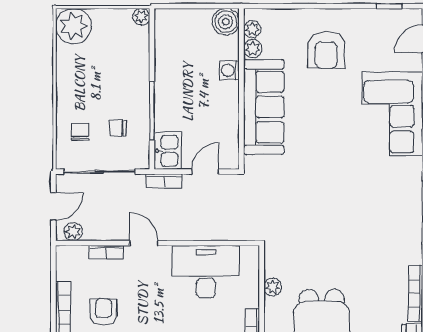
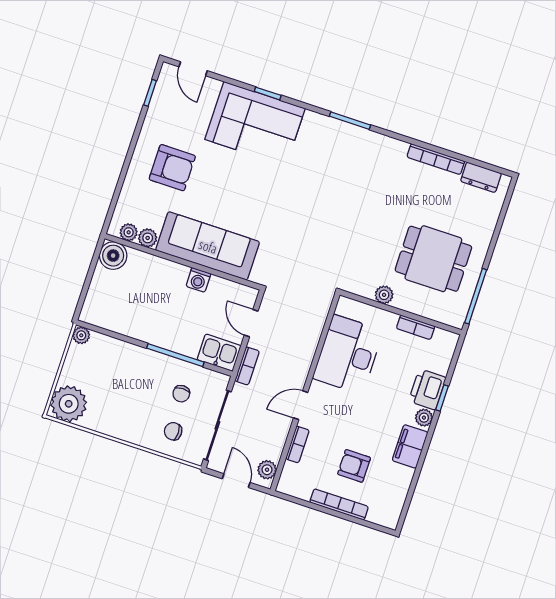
washing machine: (229, 70) -> (198, 280), moved

